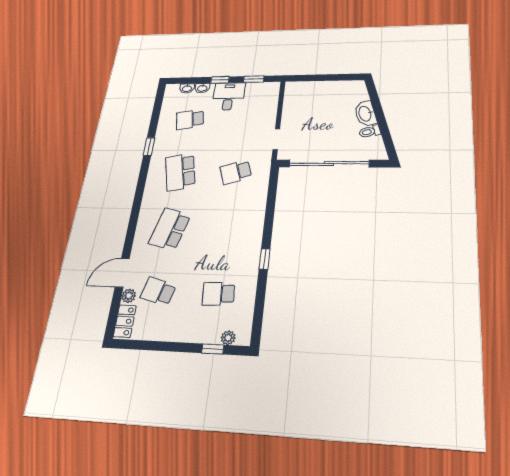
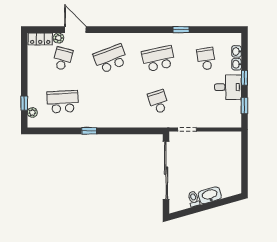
school desk: (170, 229) -> (110, 59), turned -36
school desk: (218, 294) -> (63, 102), width x1.85

